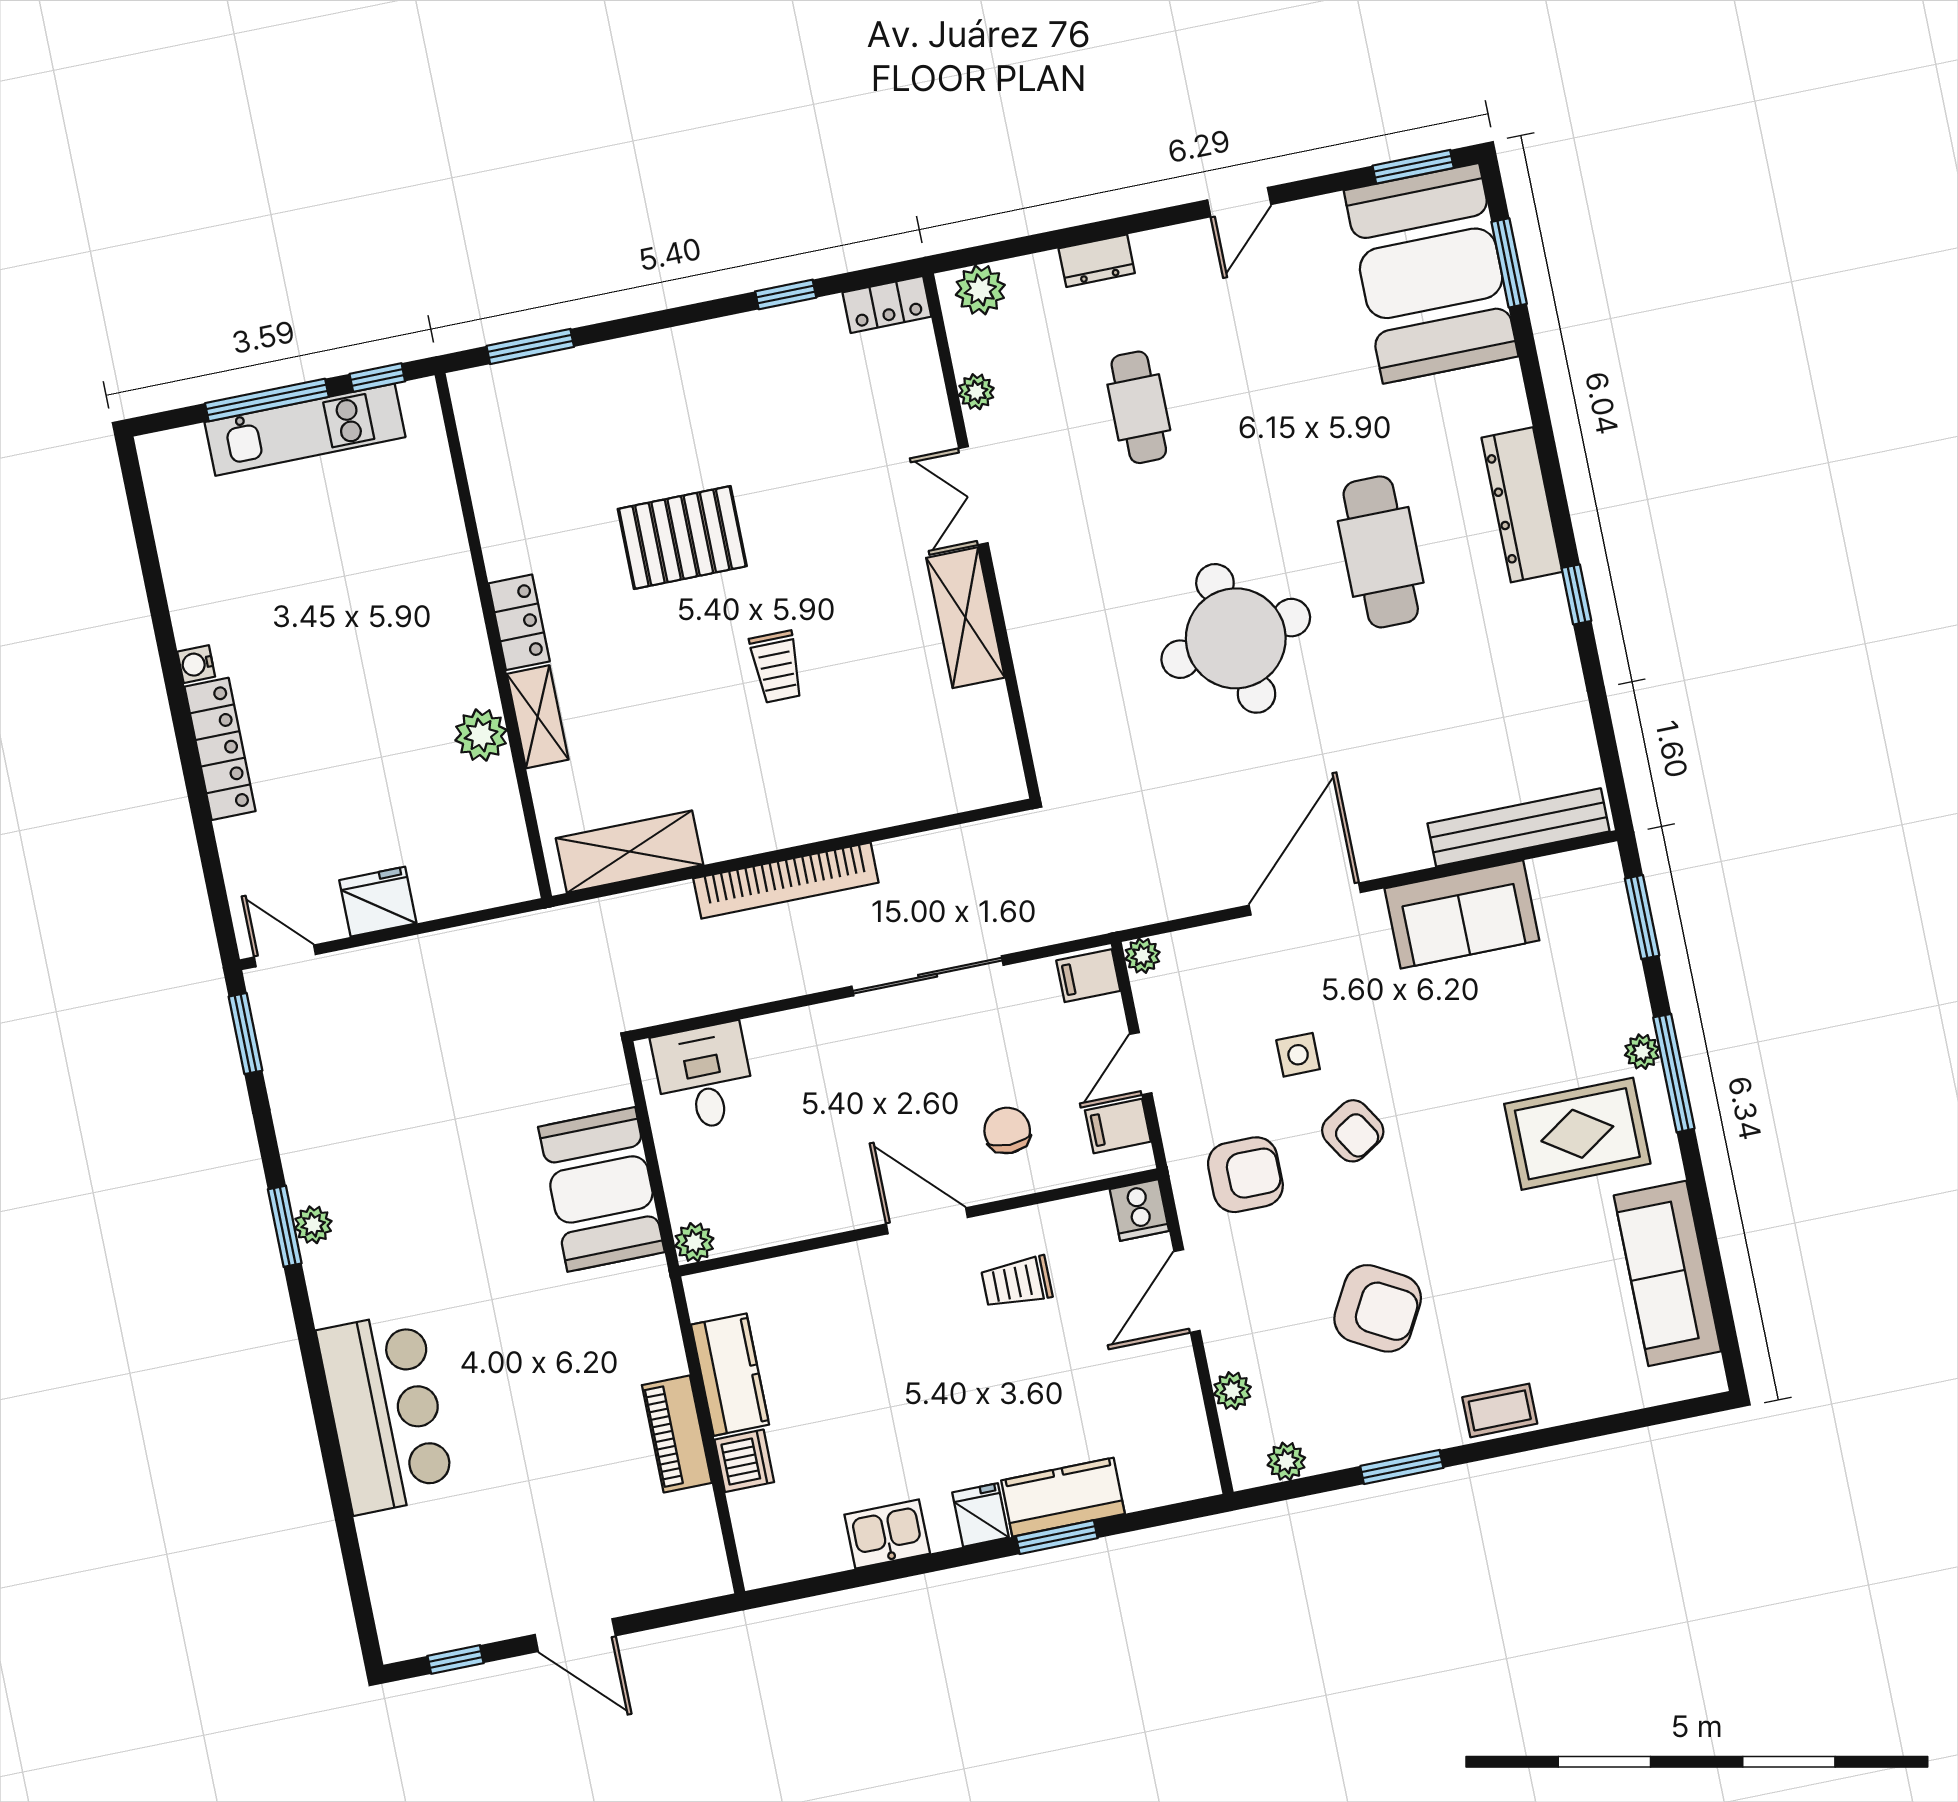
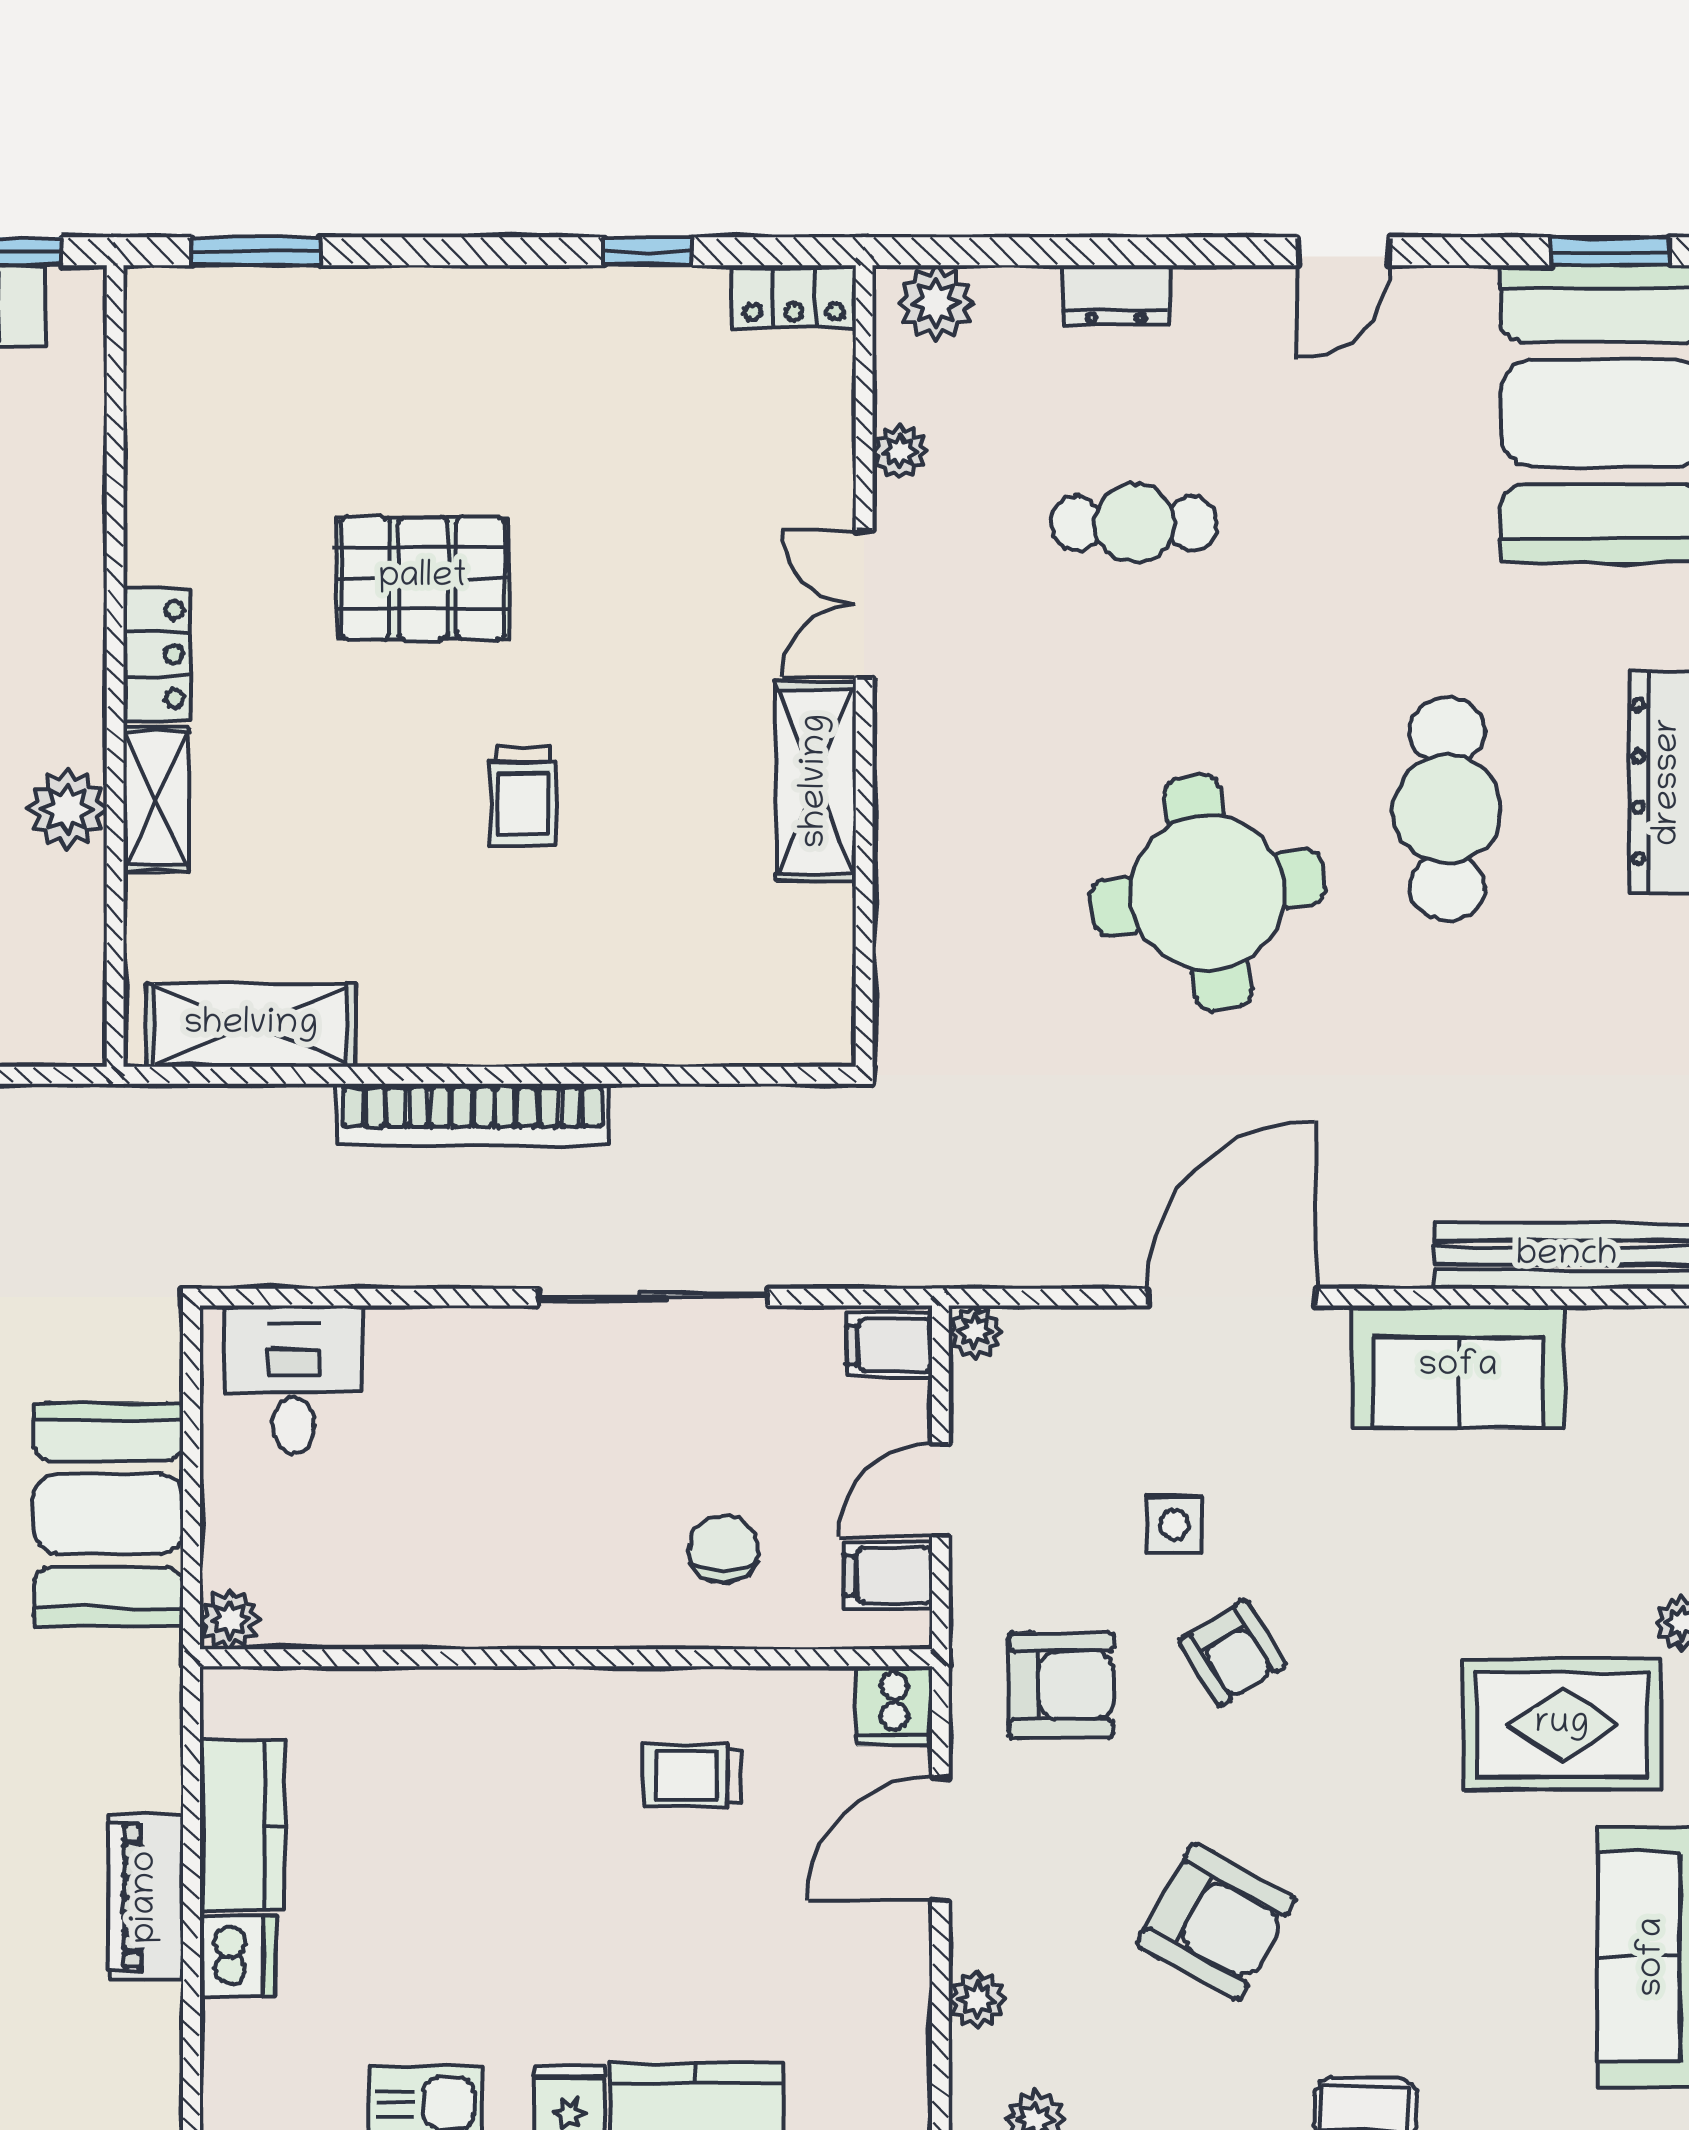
cafe table: (1139, 407) -> (1134, 523), turned 90
door: (927, 1221) -> (578, 1658), removed

